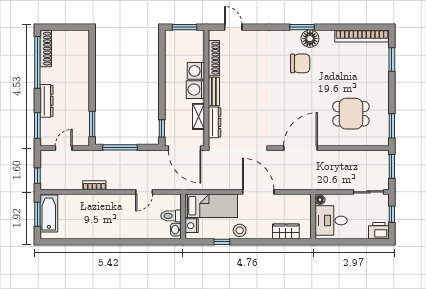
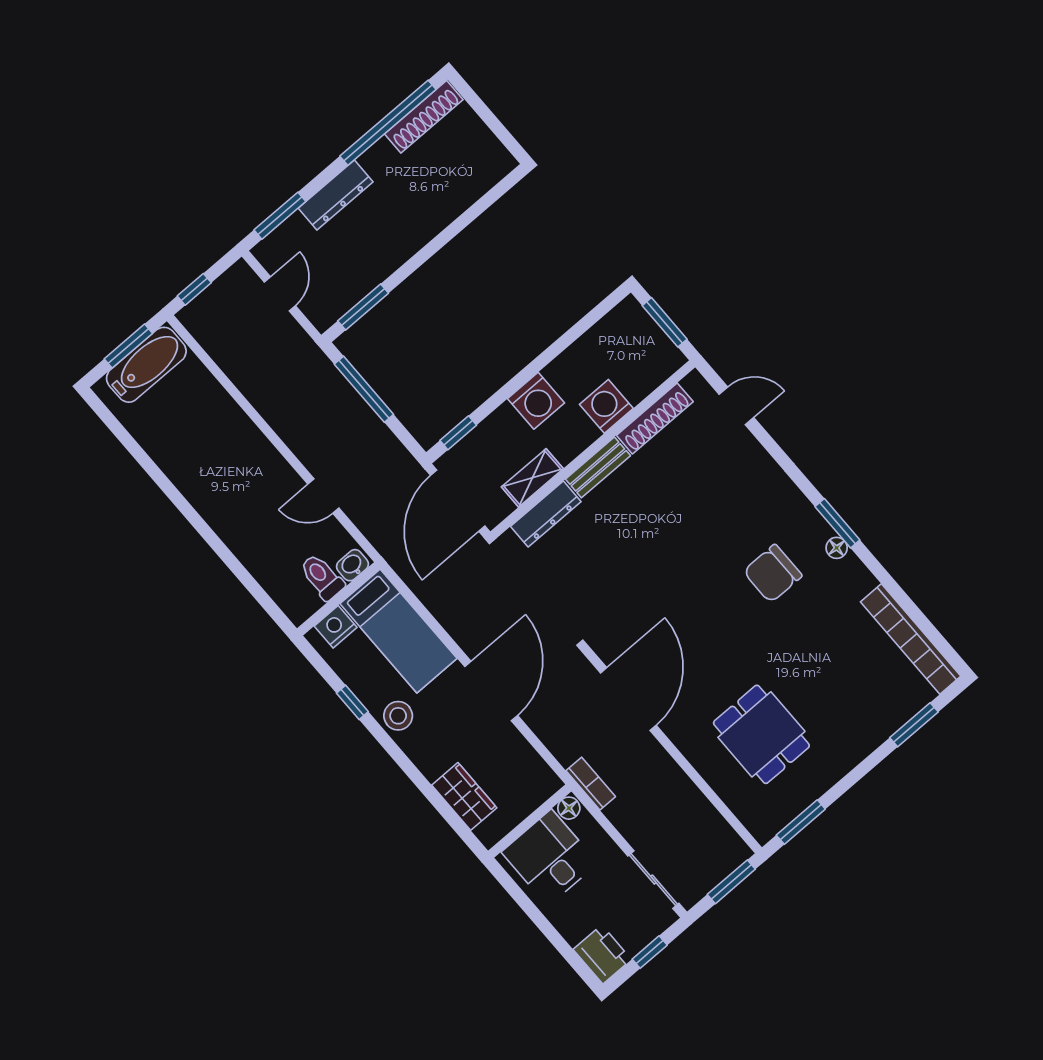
door: (233, 27) -> (736, 406), hinge flipped
floor lamp: (310, 39) -> (837, 548), width x0.53, depth x0.53
chair: (300, 63) -> (773, 574), turned 90
washing machine: (195, 90) -> (536, 401), moved, turned 180
door: (64, 148) -> (280, 294), hinge flipped
door: (301, 148) -> (628, 699), hinge flipped
bookcase: (94, 185) -> (591, 784), moved
washbasin: (176, 230) -> (352, 565), moved

